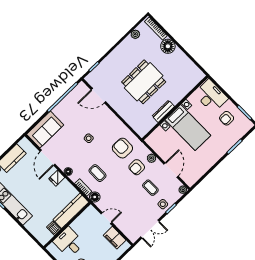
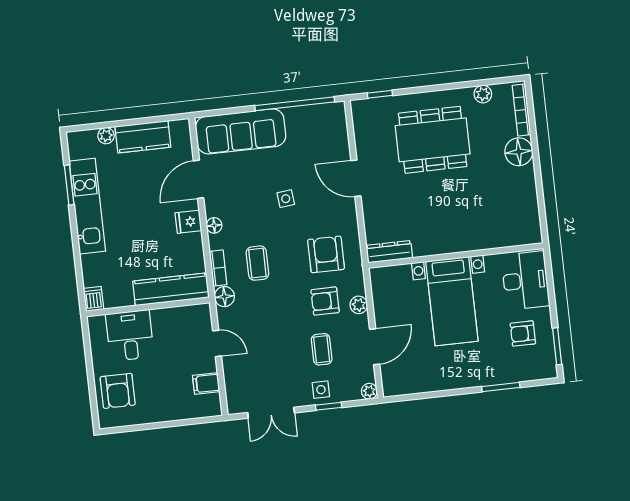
dining table: (144, 82) -> (433, 140), moved
door: (98, 96) -> (356, 178), moved
dresser: (163, 111) -> (389, 252), moved
sofa: (45, 130) -> (241, 131), width x1.36
dishwasher: (54, 228) -> (94, 299), moved
filing cabinet: (115, 238) -> (206, 383), width x0.50

